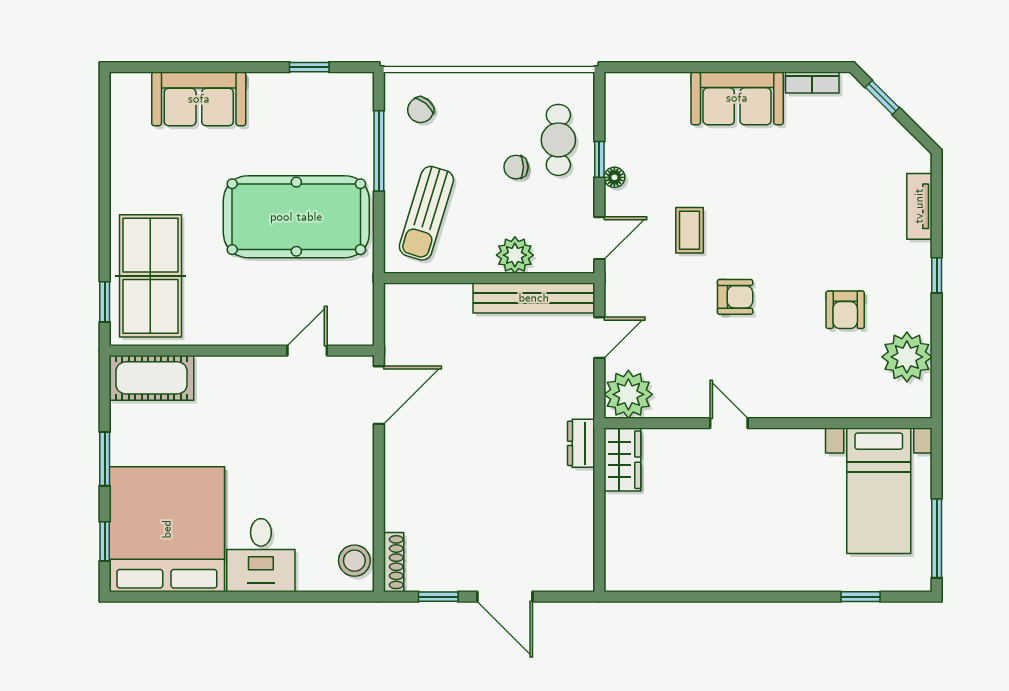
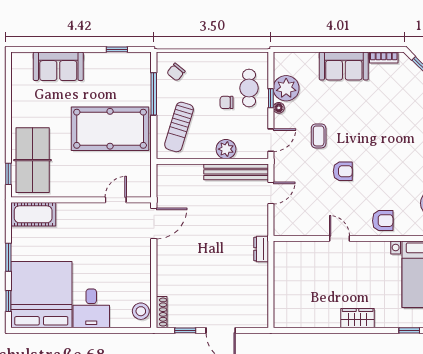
armchair: (845, 310) -> (383, 221), moved, turned -90
plant: (628, 394) -> (286, 88), moved
wardrobe: (622, 460) -> (358, 318), moved, turned -90

